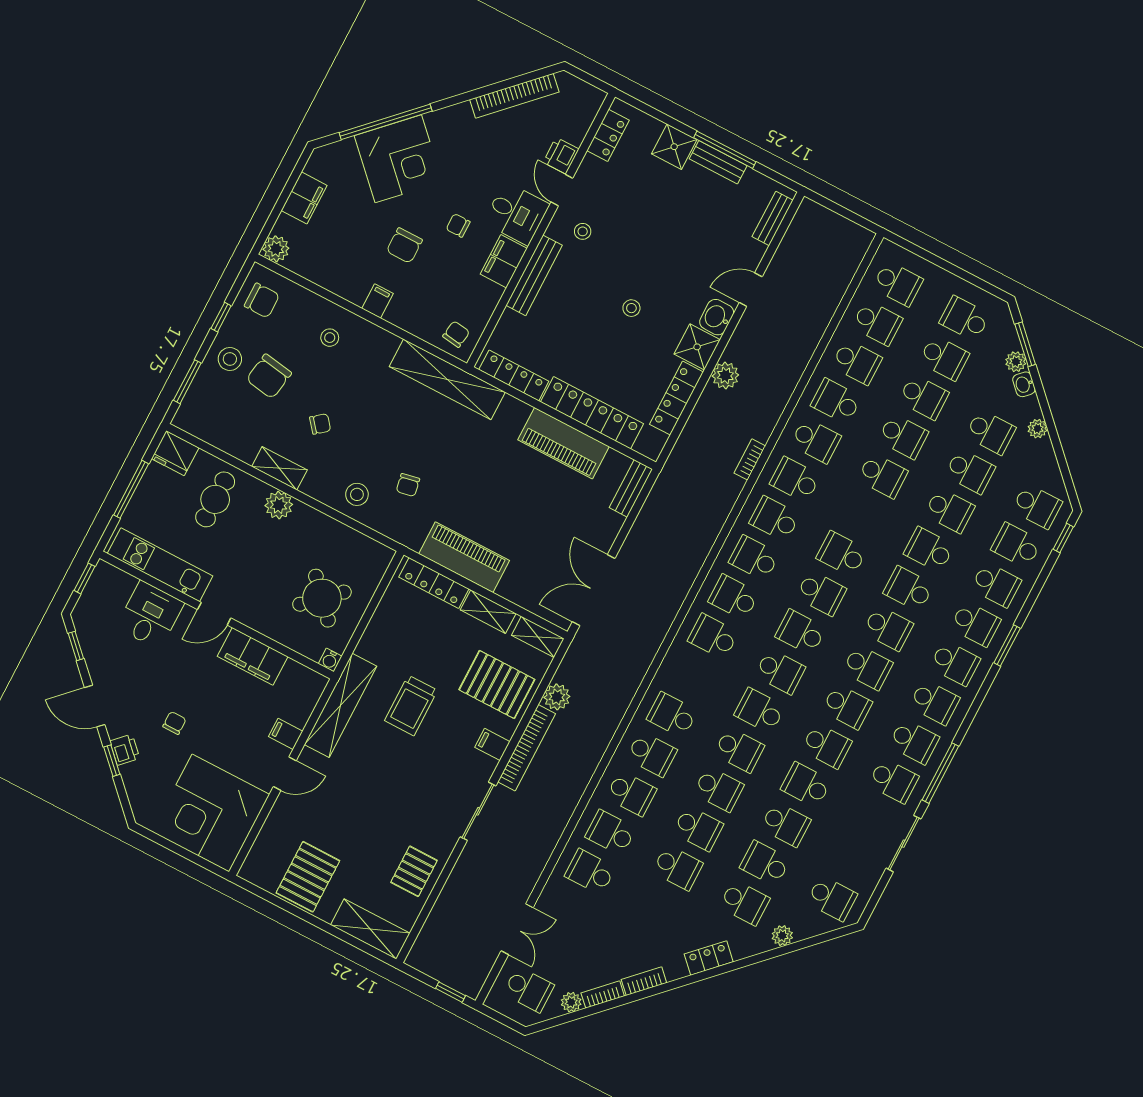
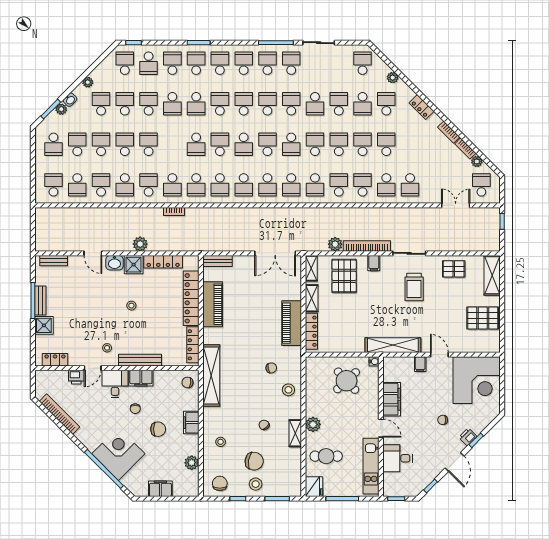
plant: (276, 249) -> (192, 463), moved
filing cabinet: (377, 301) -> (191, 423), width x2.00
school desk: (877, 323) -> (77, 185), turned 180
school desk: (693, 676) -> (291, 185), added
trolley: (411, 705) -> (414, 287), moved, turned 90

